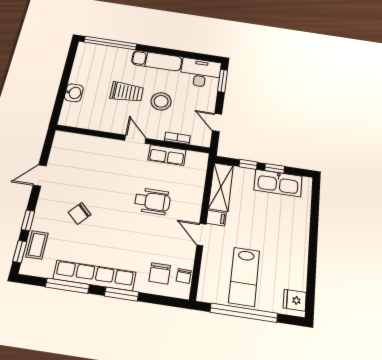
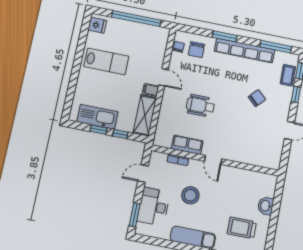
desk: (200, 73) -> (154, 207), moved, turned 90
trolley: (127, 92) -> (242, 228), moved
door: (217, 122) -> (143, 173), swing flipped
chair: (160, 273) -> (196, 50), turned 180
lab bench: (244, 277) -> (106, 61), moved, turned 90
window: (67, 286) -> (276, 47), moved

